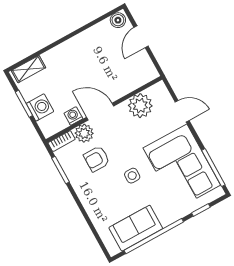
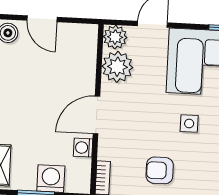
plant: (84, 133) -> (115, 37), moved
armchair: (97, 159) -> (160, 170), moved, turned 90

